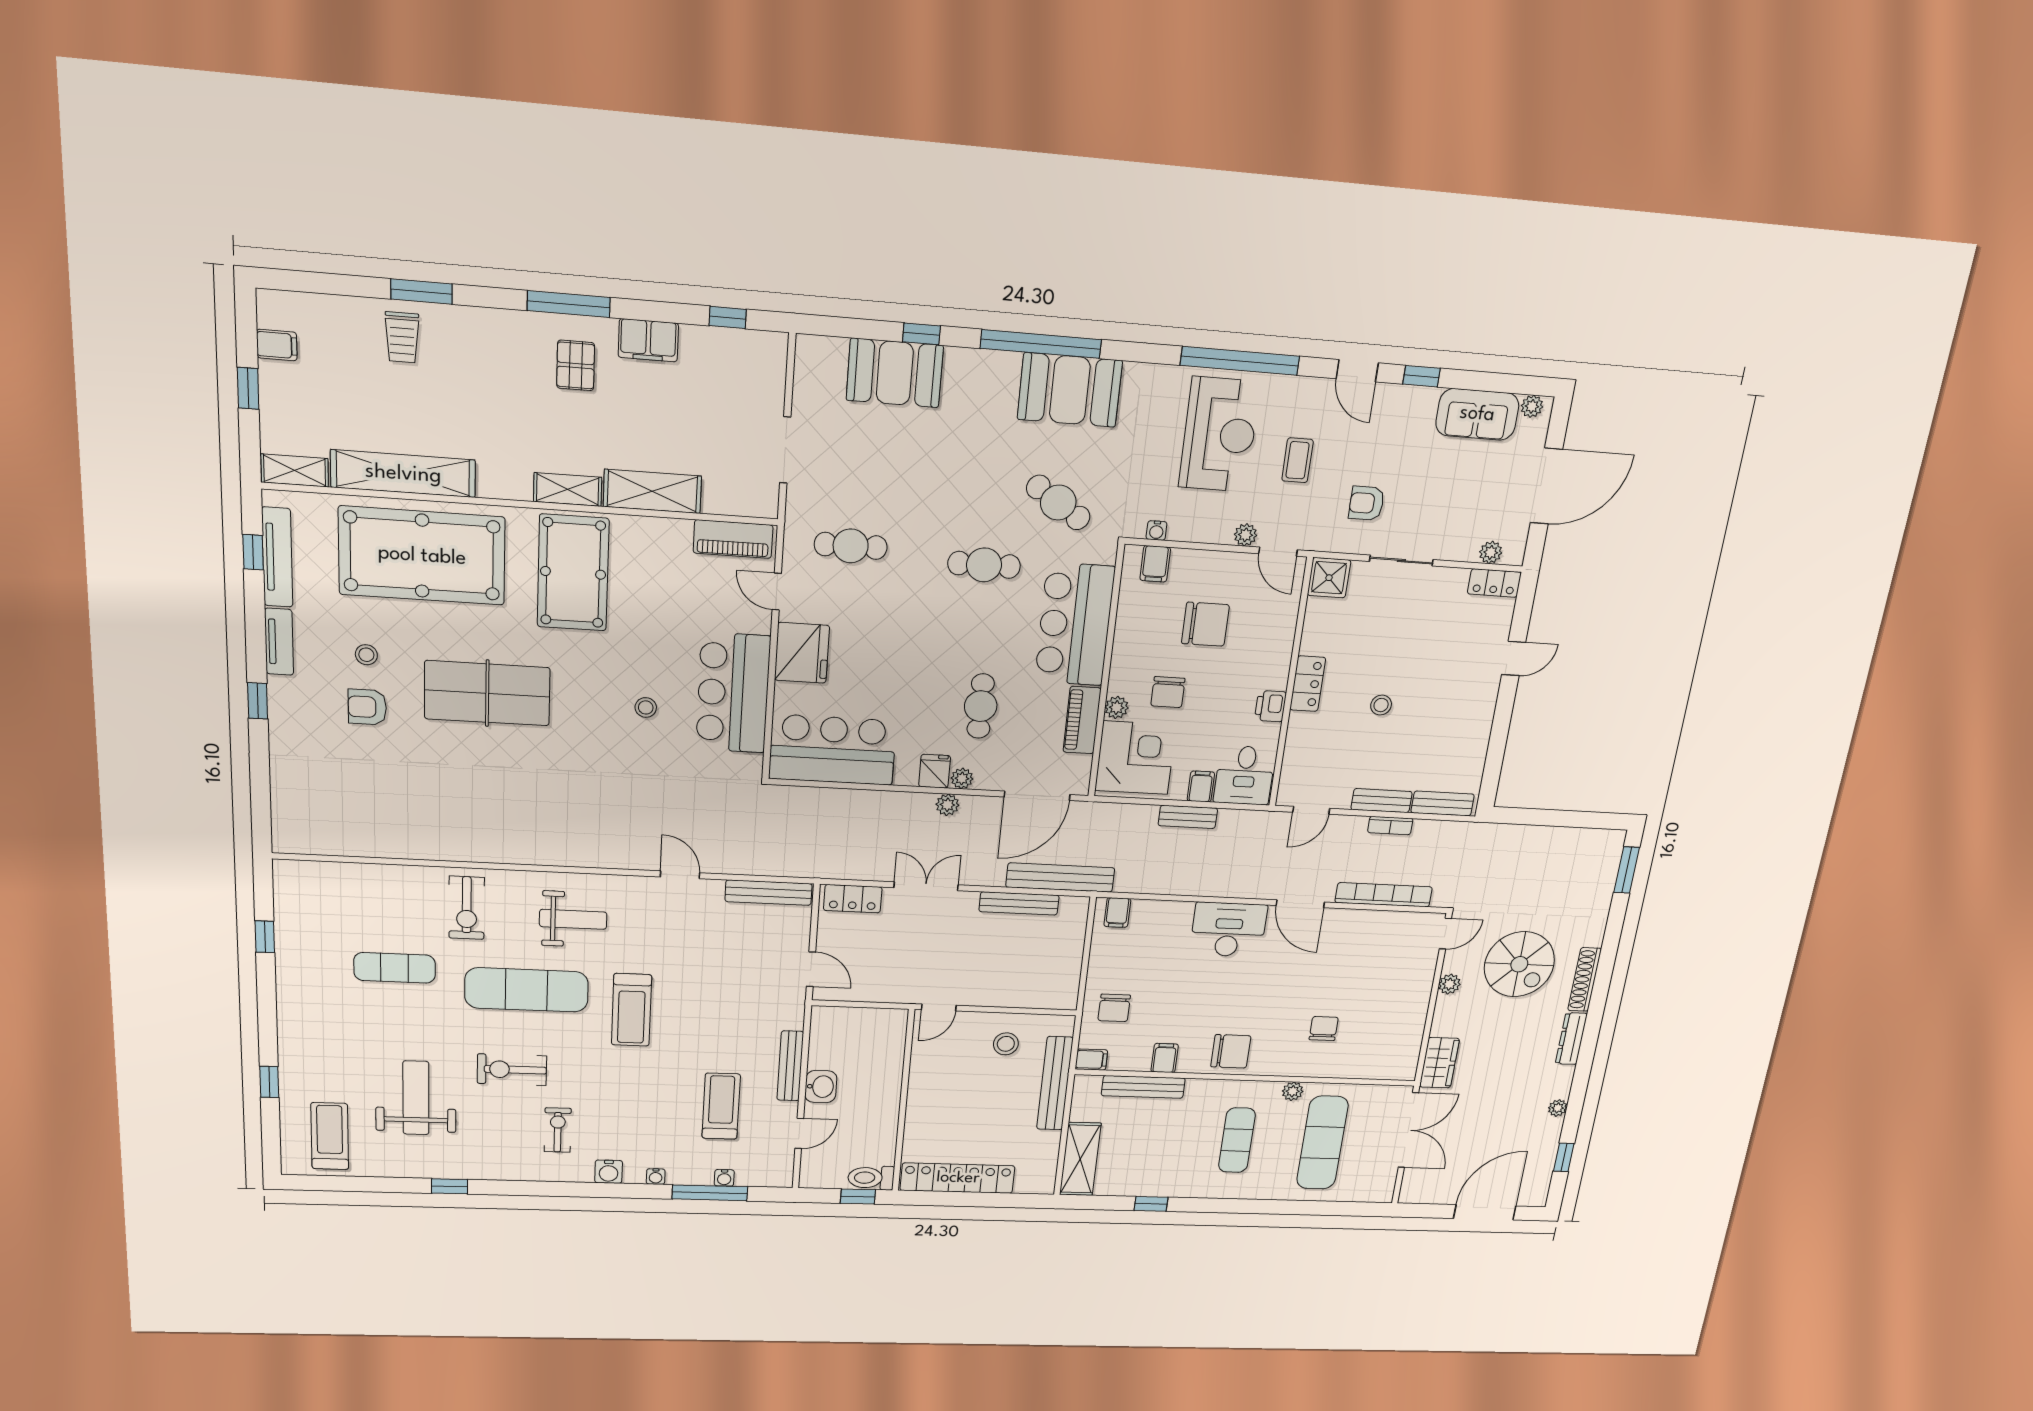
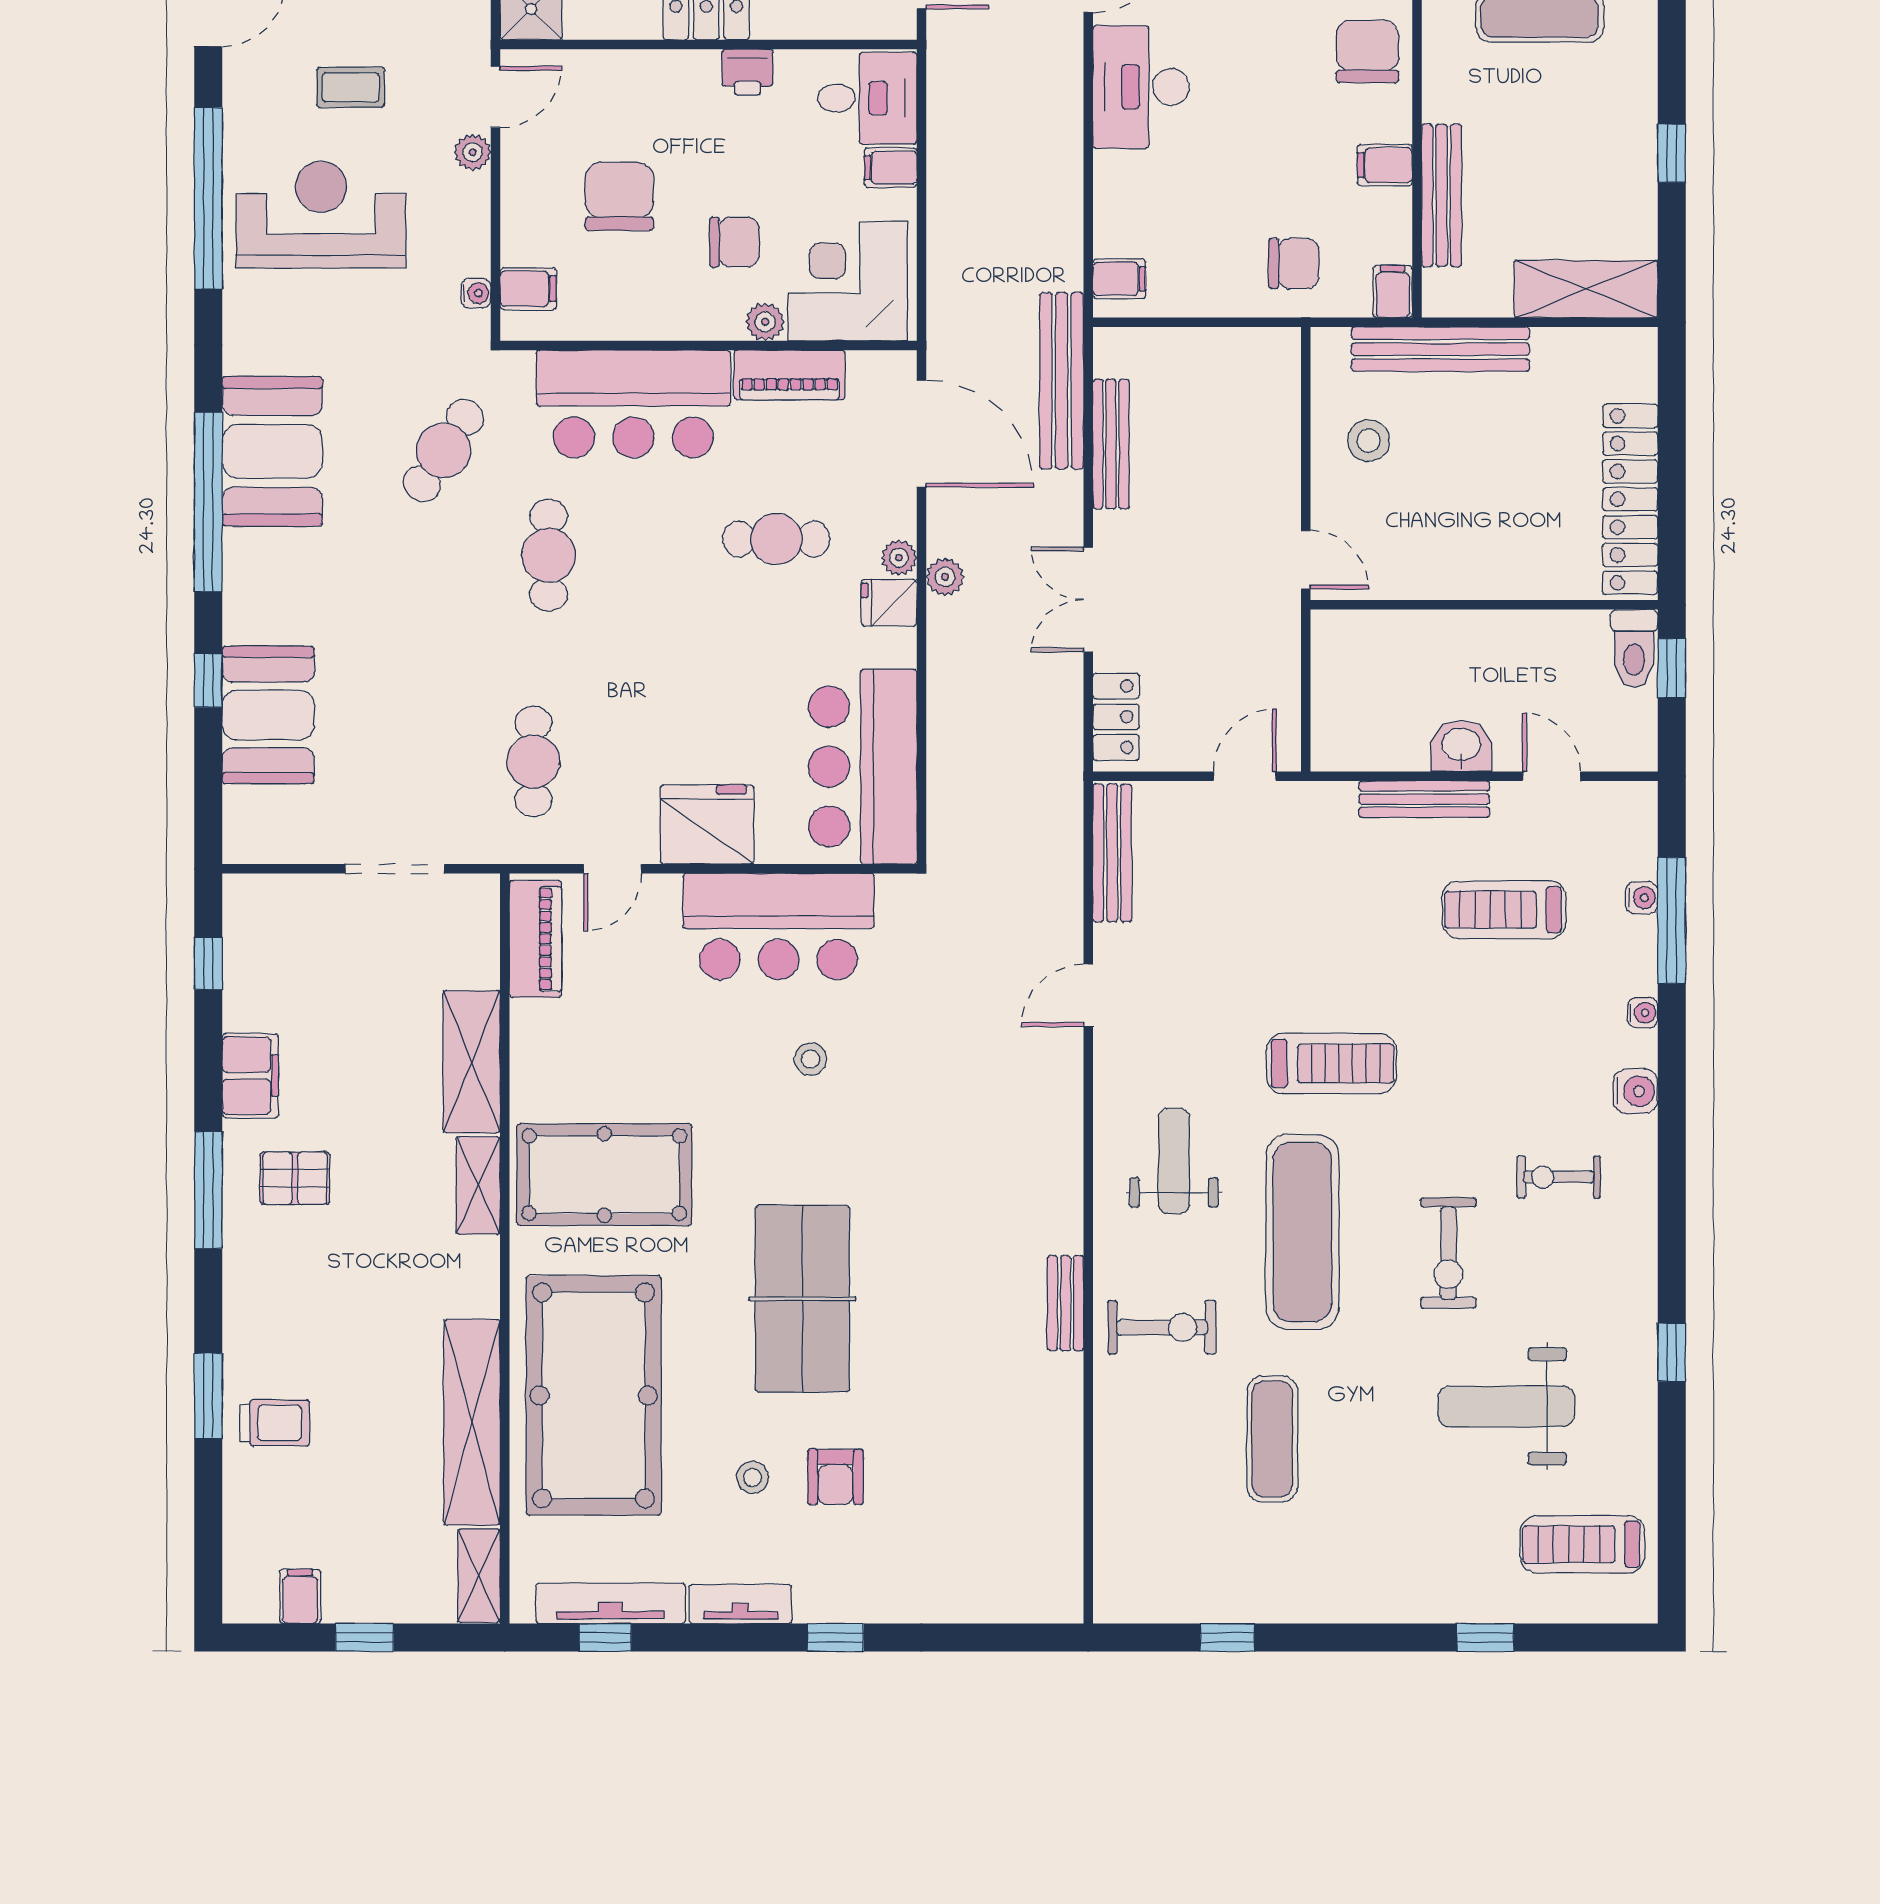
bench: (1188, 817) -> (1065, 1303), moved

